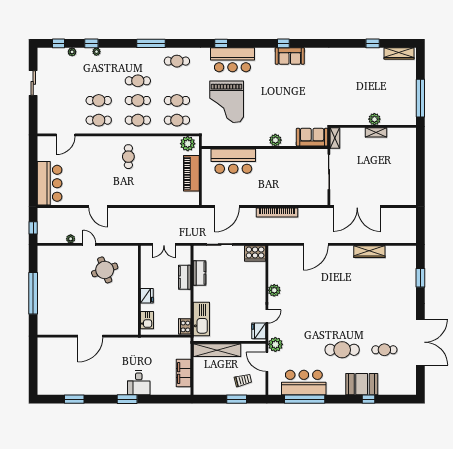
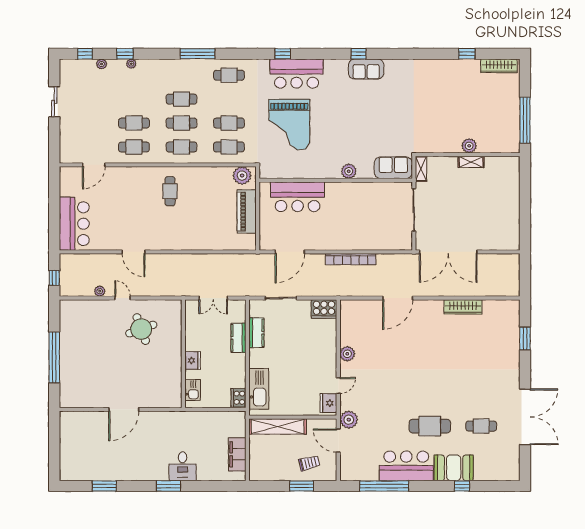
bar counter: (304, 383) -> (406, 466), moved

